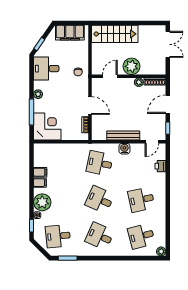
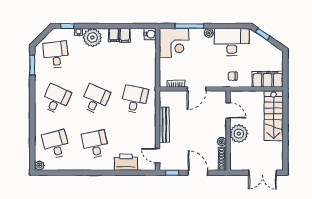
filing cabinet: (70, 33) -> (268, 79), moved, turned 90
desk: (46, 69) -> (232, 42), width x1.37
water cooler: (124, 149) -> (150, 34), moved
printer: (160, 166) -> (126, 162), width x1.87, depth x1.48

